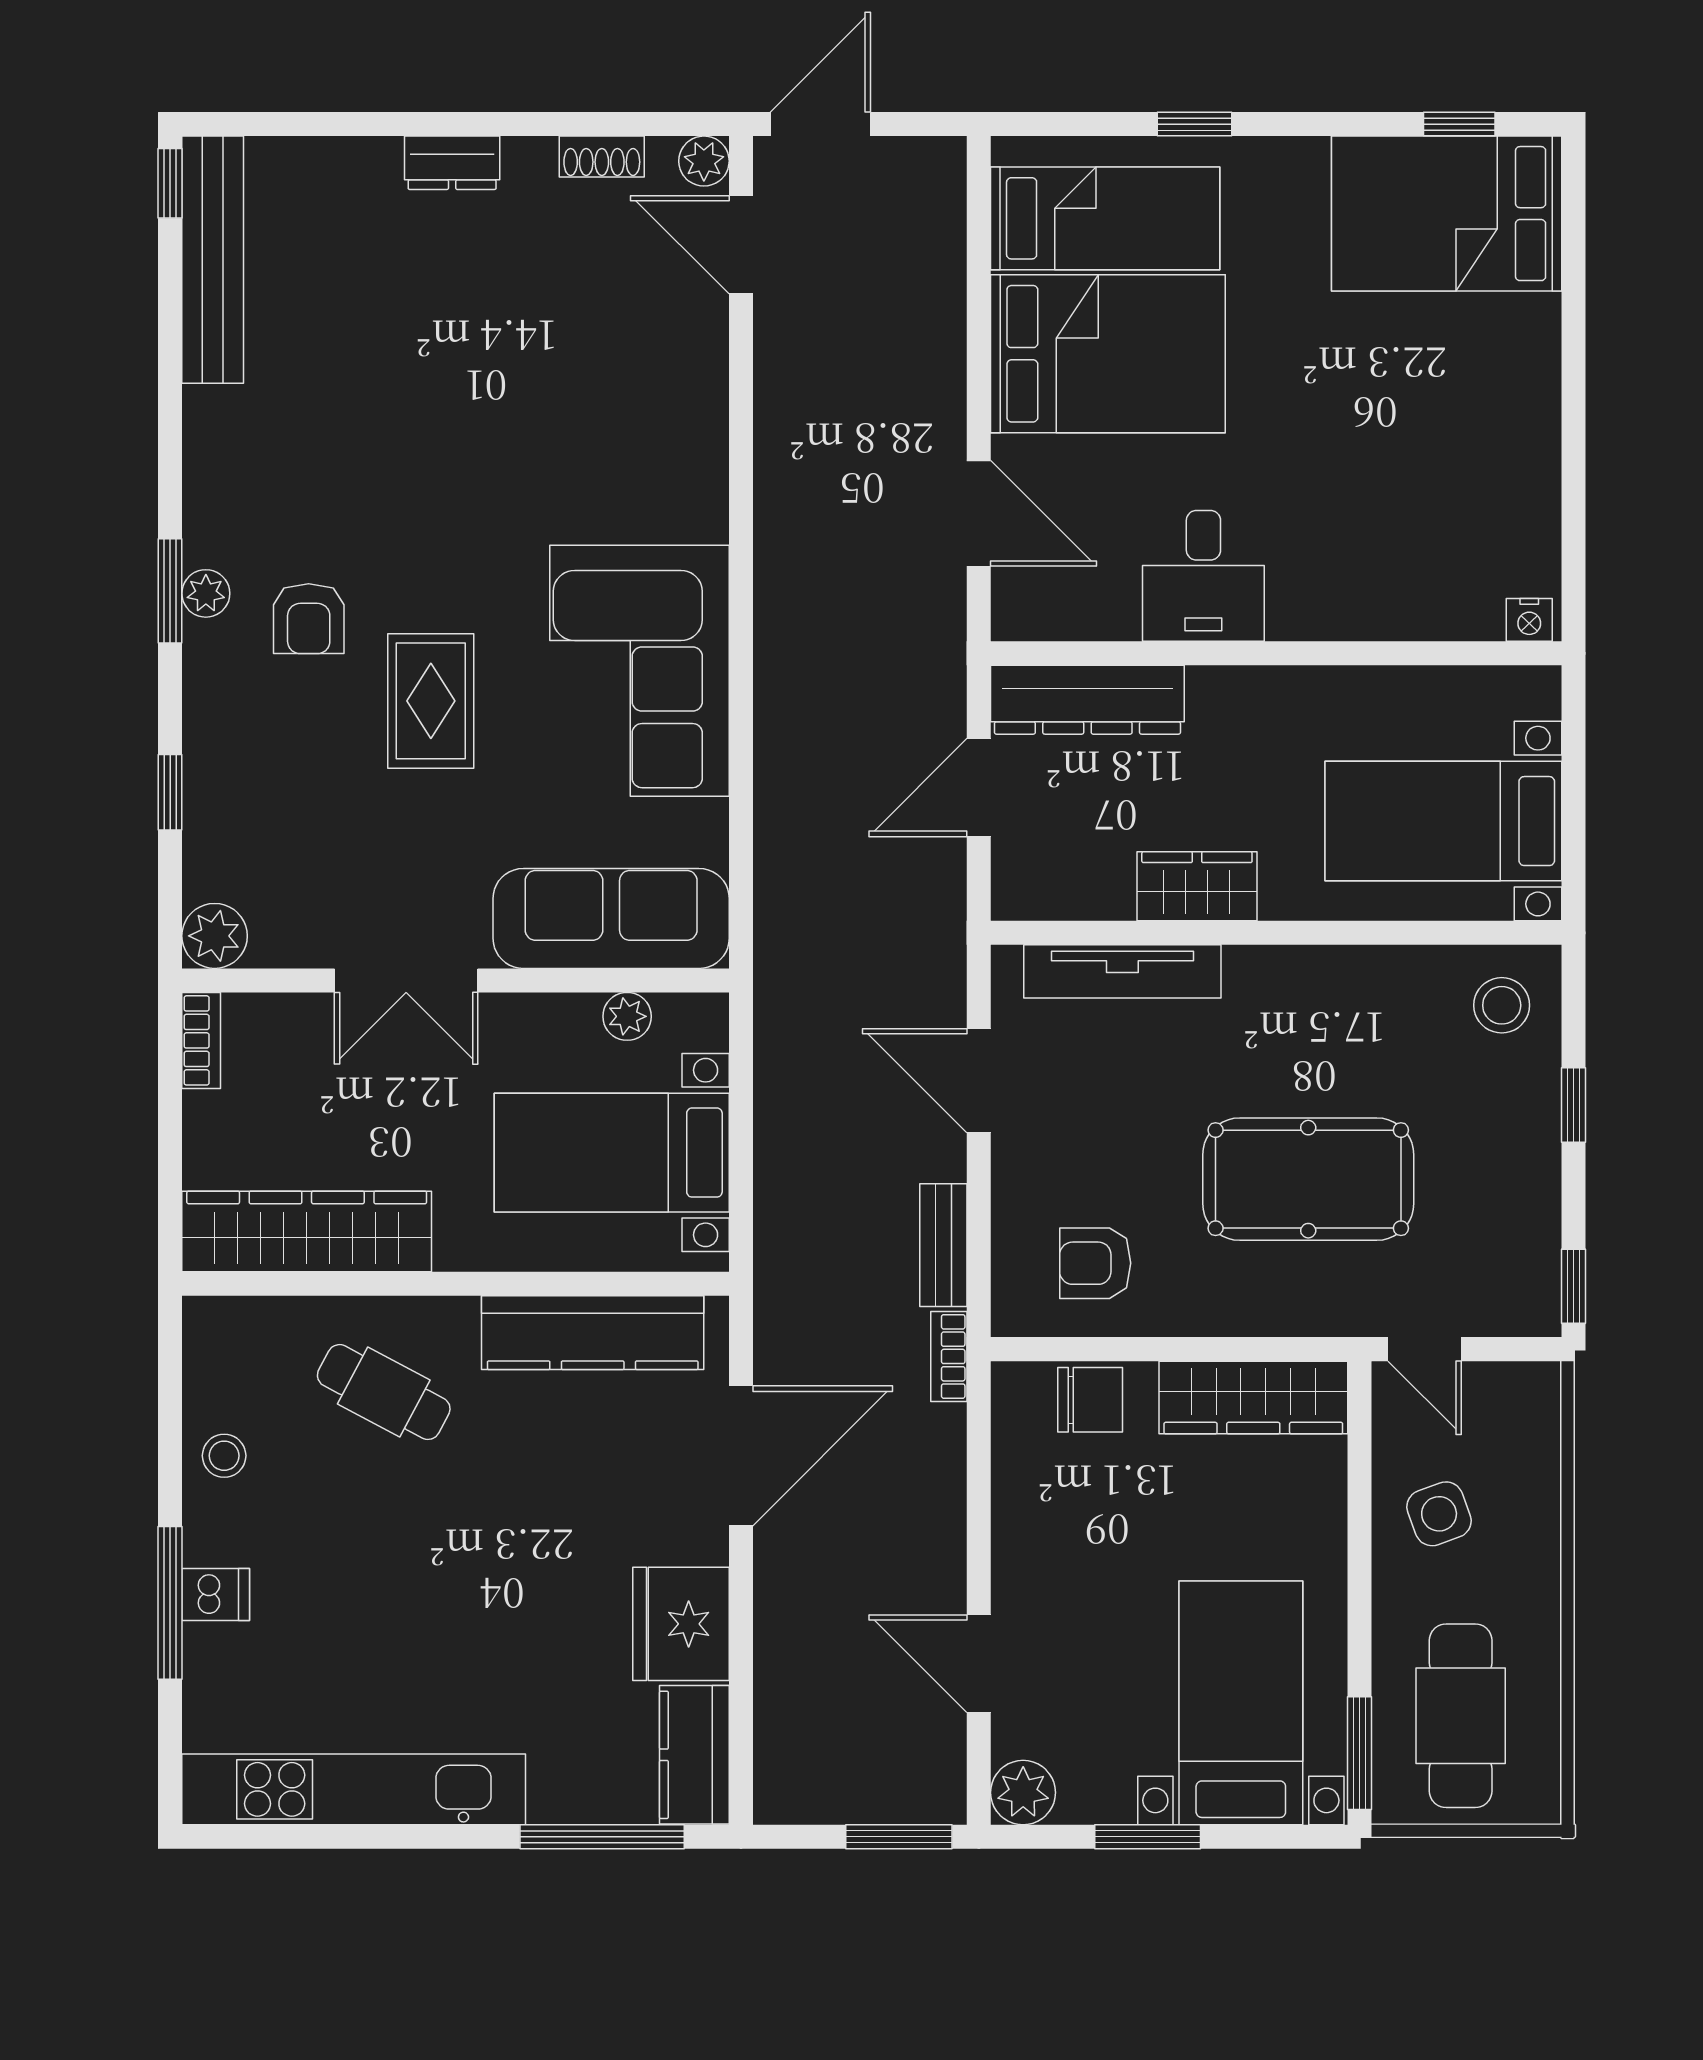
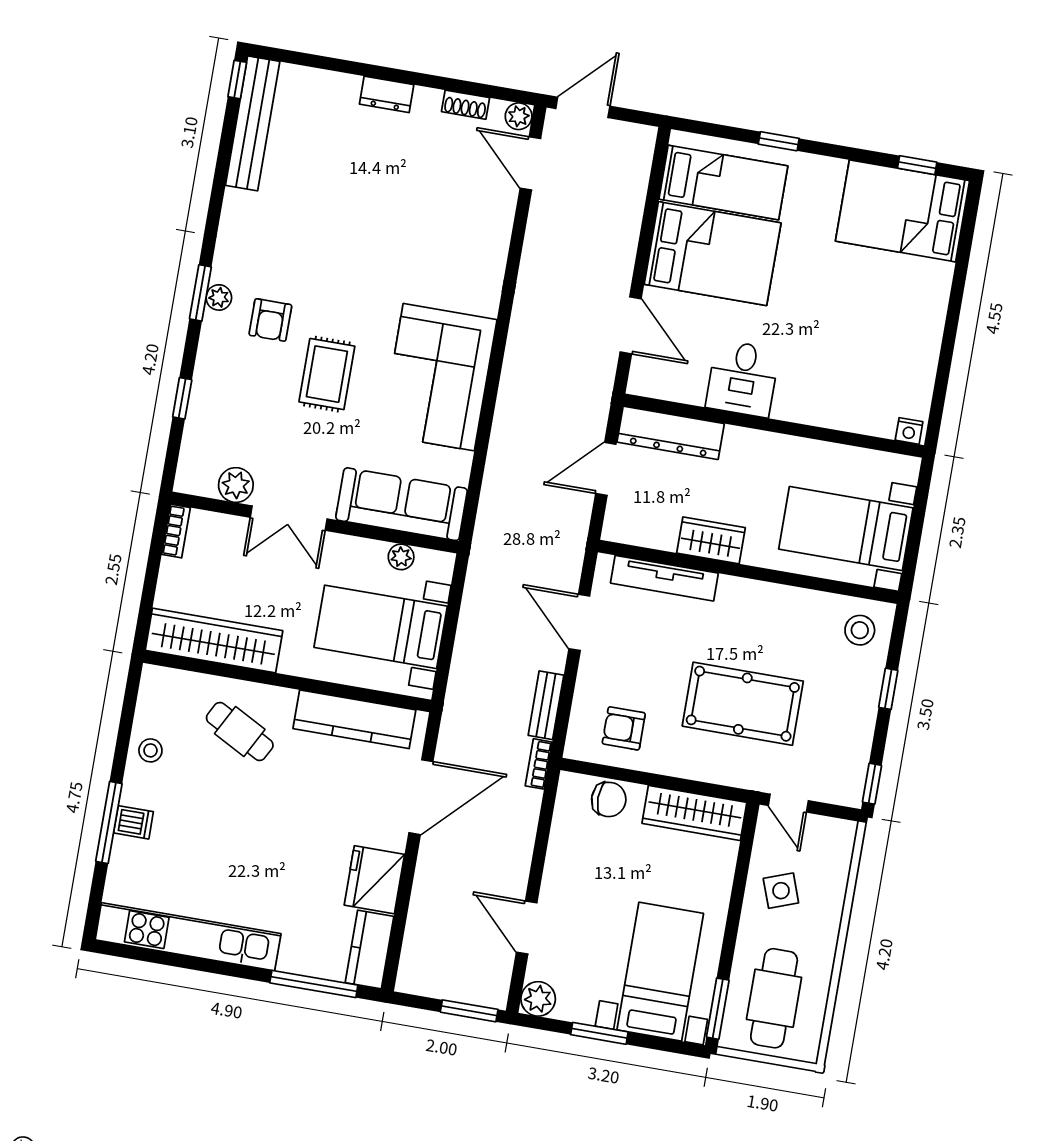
plant: (215, 936) -> (236, 485), moved

